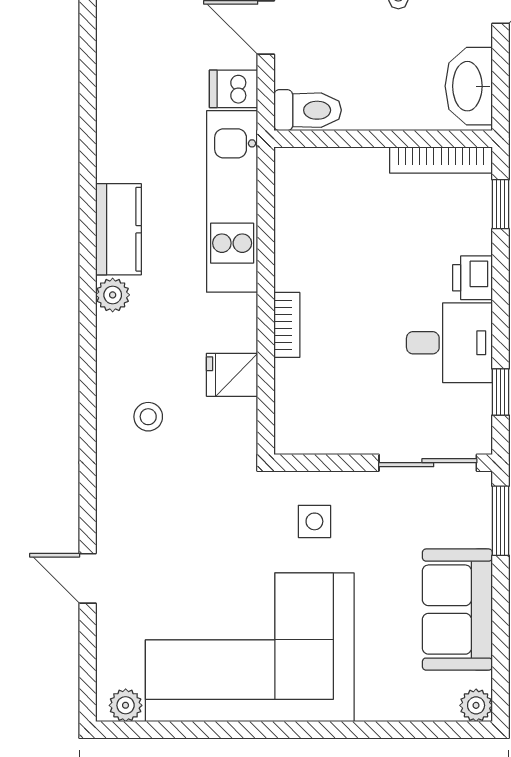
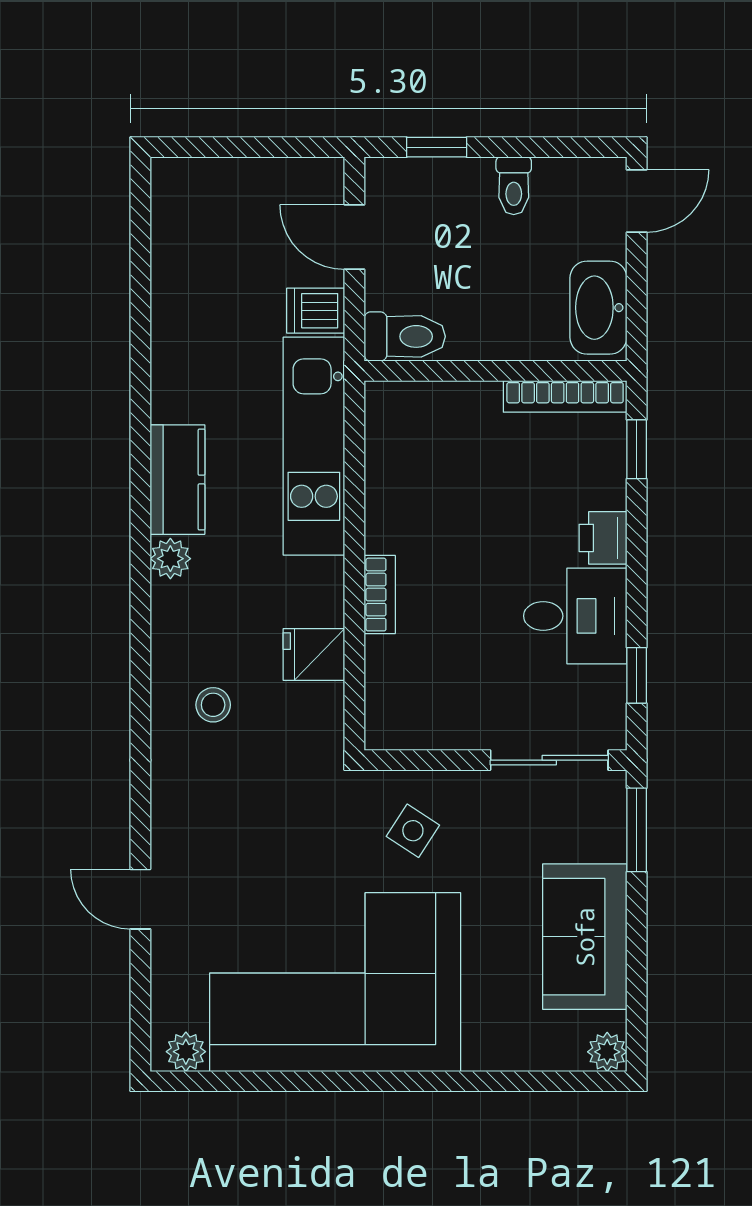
side table: (314, 521) -> (413, 831), turned 33

